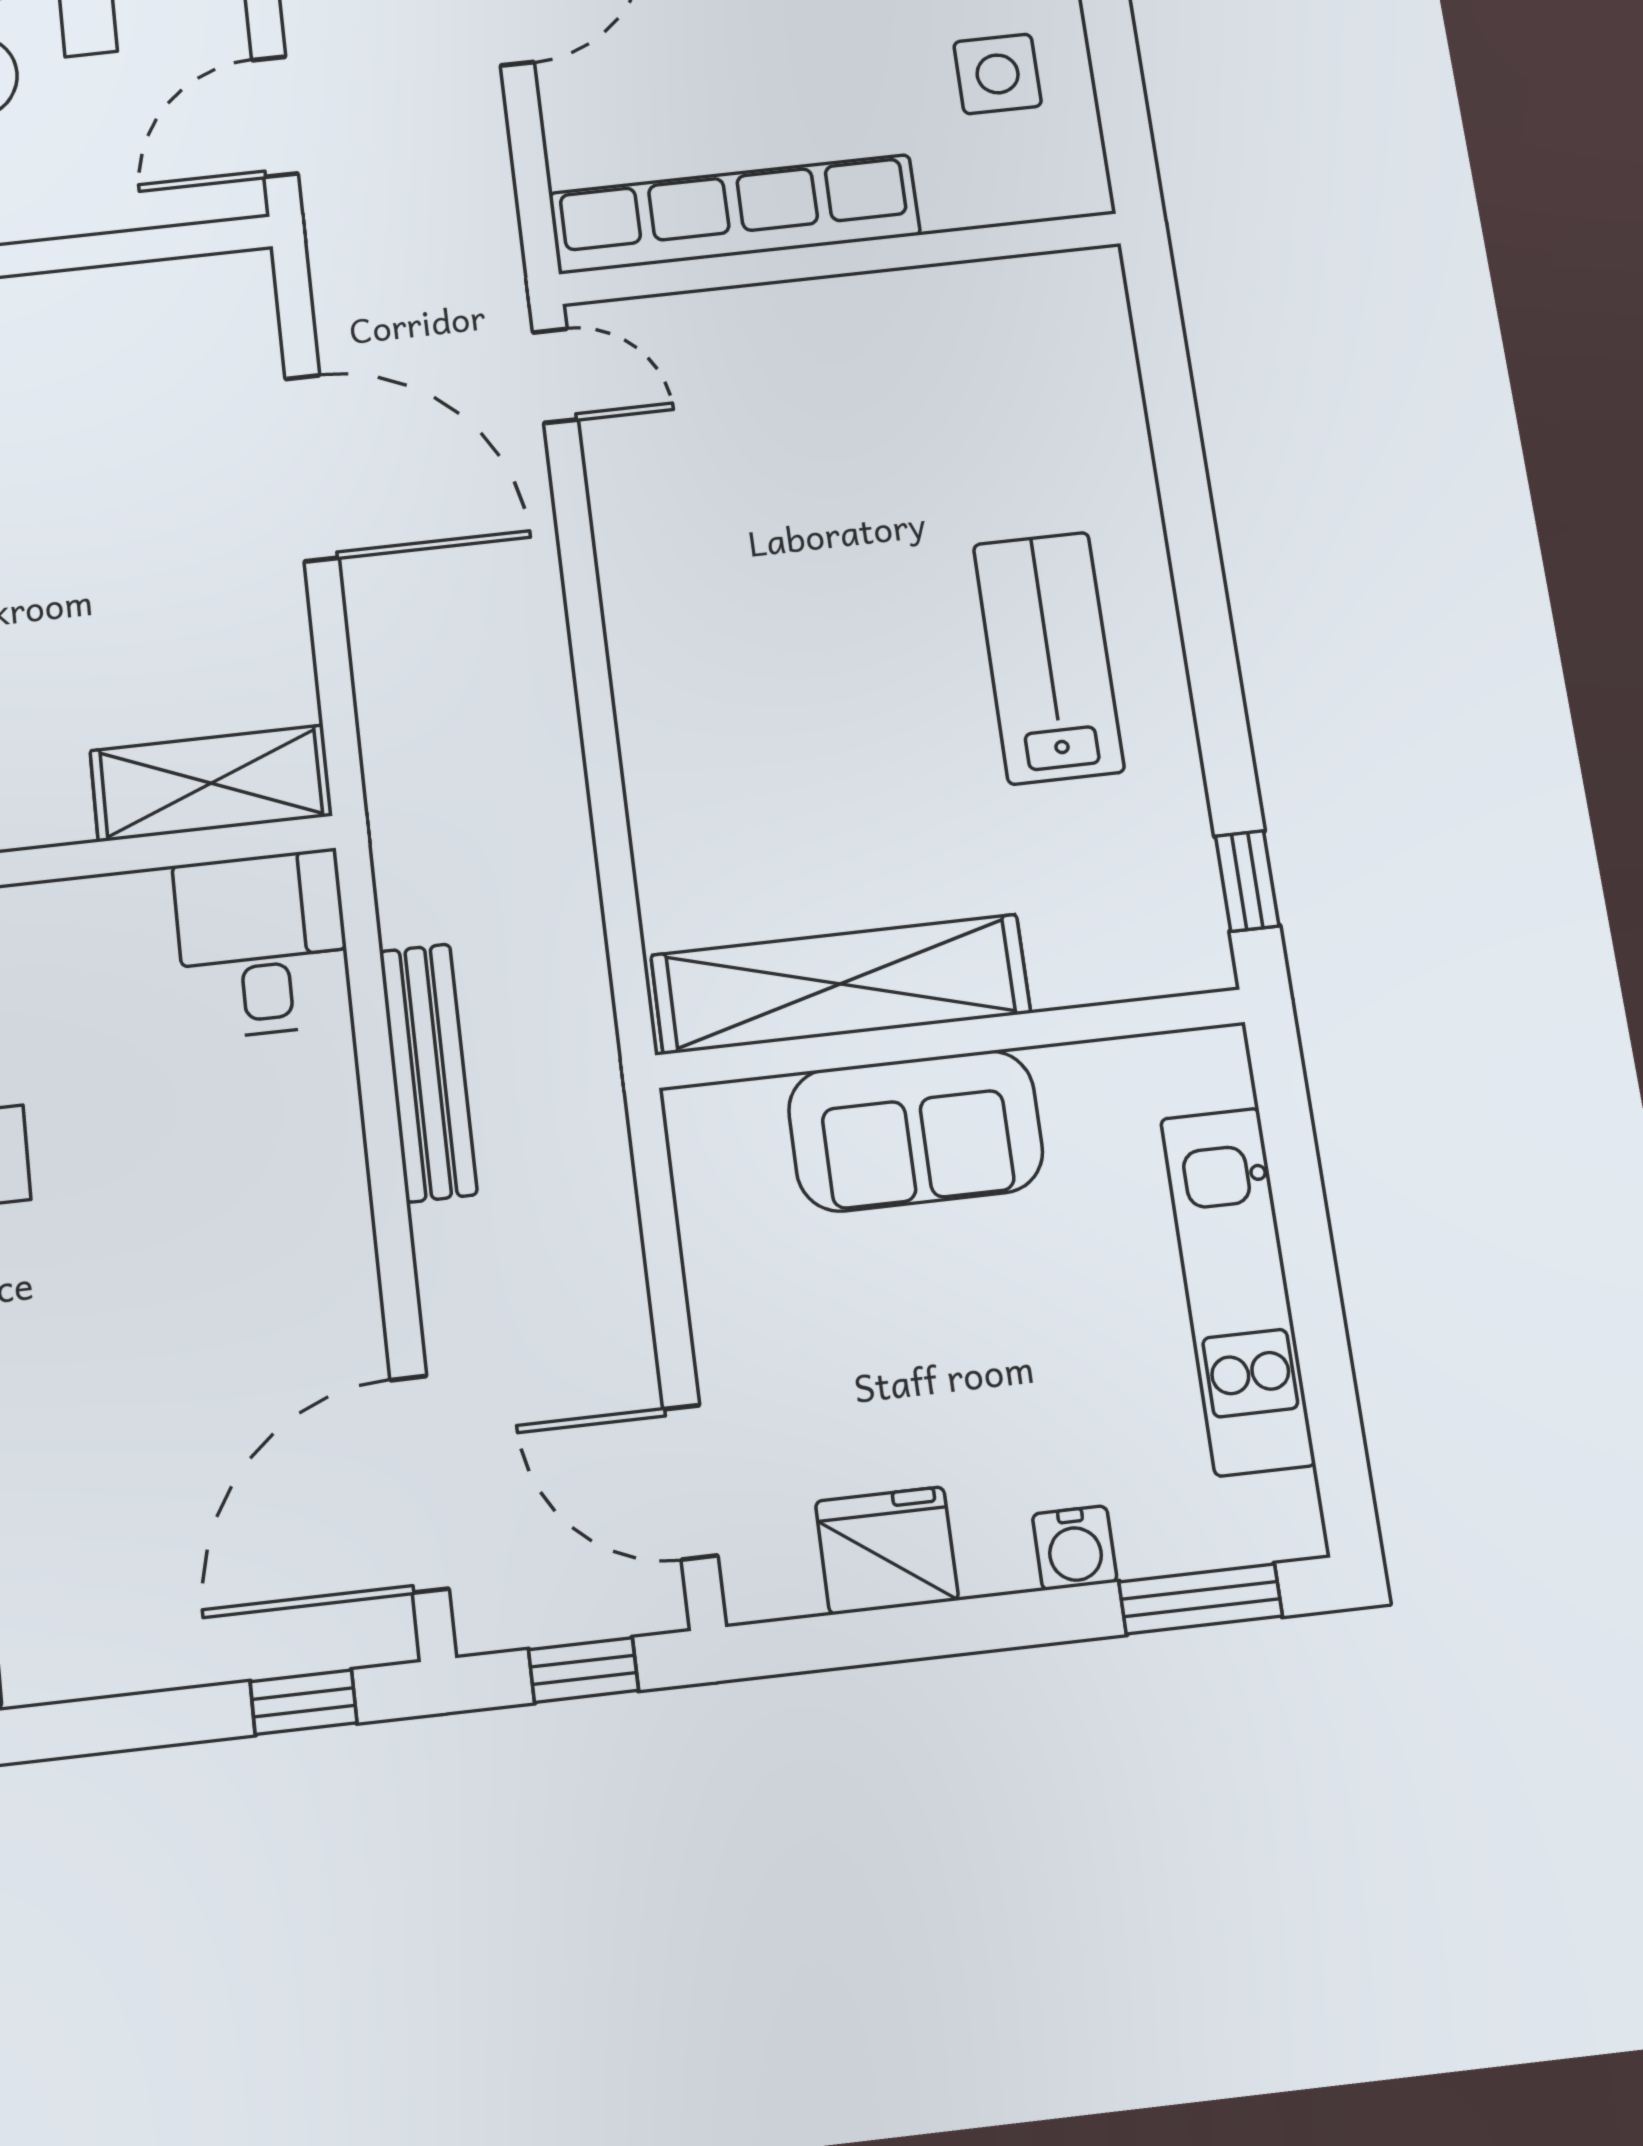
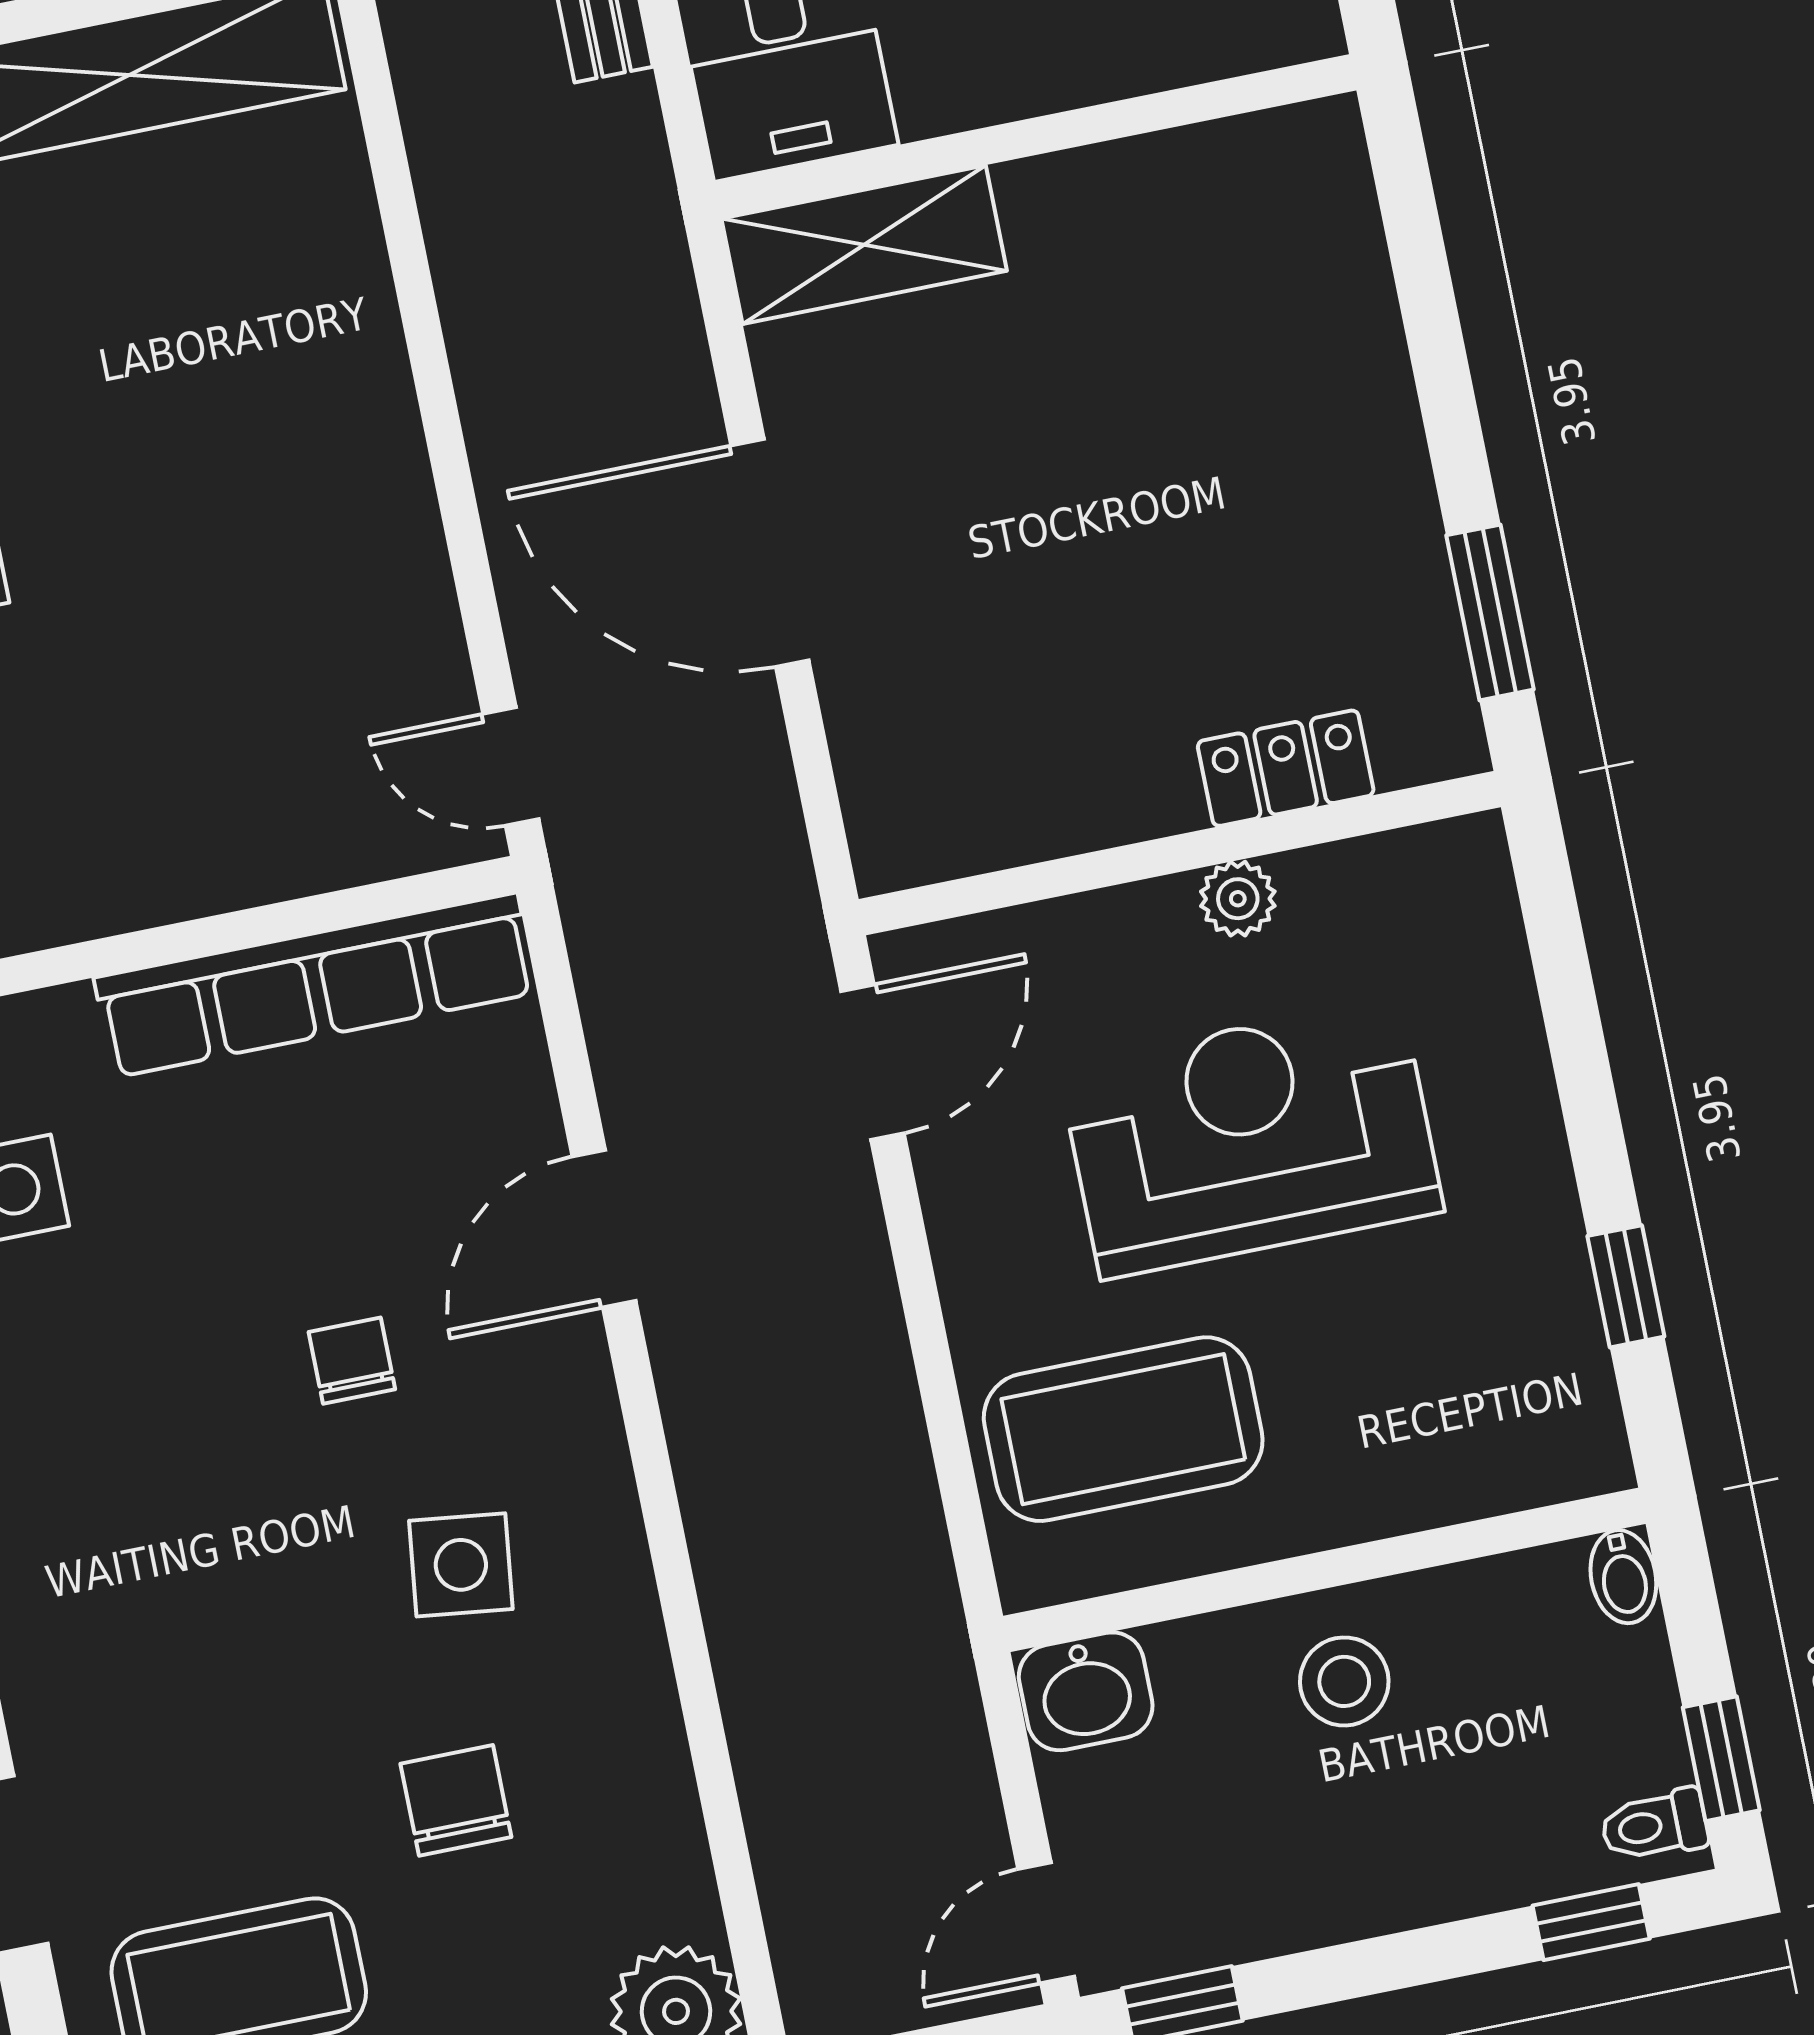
door: (312, 468) -> (770, 553), moved

